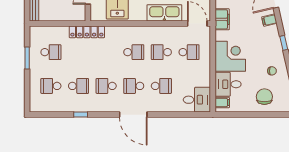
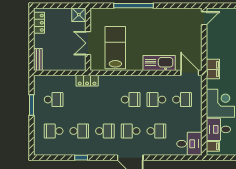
locker: (87, 32) -> (87, 81), width x0.66
school desk: (106, 86) -> (105, 131), turned 180

